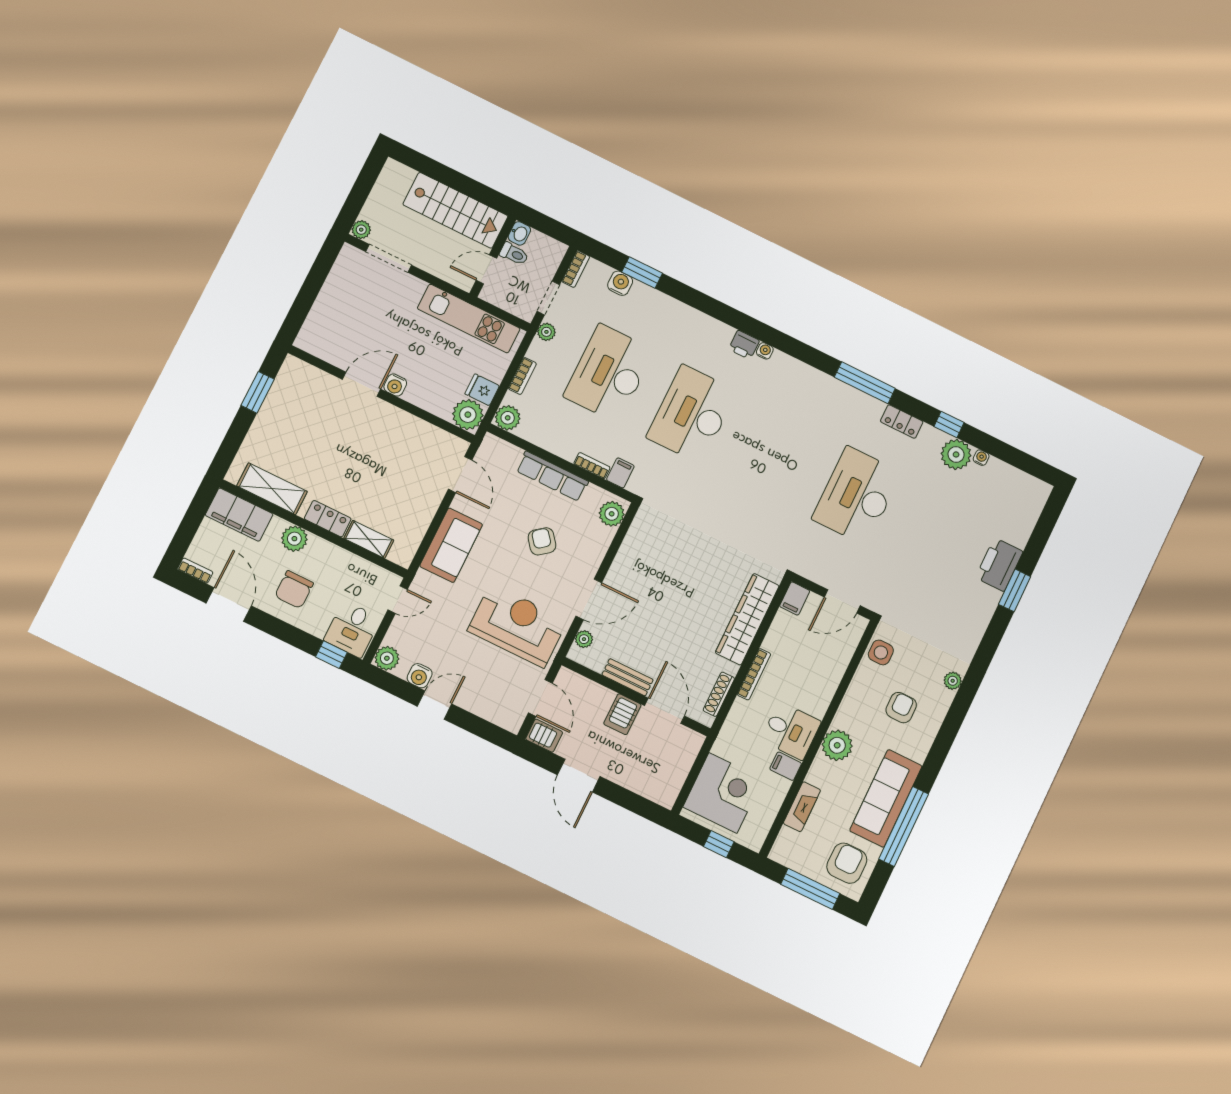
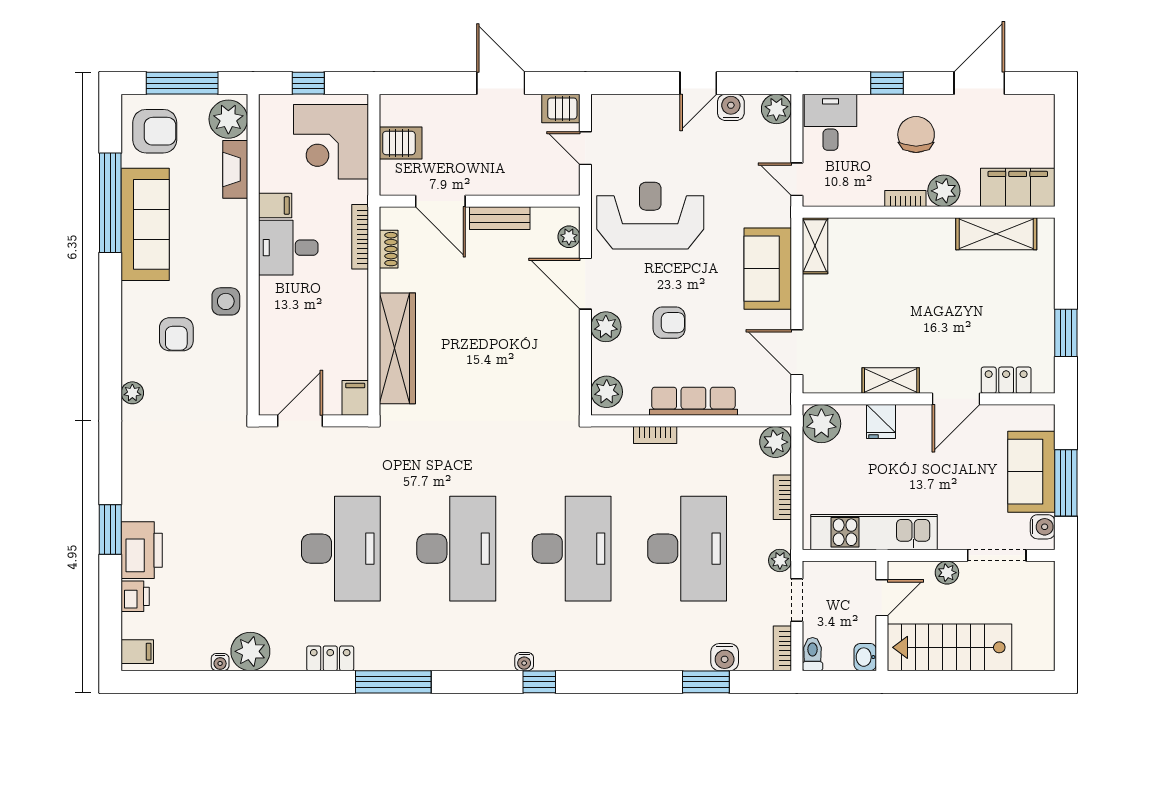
plant: (361, 230) -> (947, 573), moved
toilet: (514, 254) -> (813, 654), moved, turned 90
window: (312, 285) -> (1066, 483), added
sofa: (333, 305) -> (1031, 472), added
printer: (744, 345) -> (135, 596), moved, turned 90
water cooler: (395, 385) -> (1043, 527), moved, turned 90
fridge: (482, 390) -> (881, 422), moved, turned 90
shelving: (402, 421) -> (891, 381), added
window: (949, 425) -> (539, 682), moved
desk: (774, 455) -> (456, 549), added
filing cabinet: (620, 473) -> (137, 652), moved, turned -90
locker: (328, 519) -> (1006, 380), moved, turned 180
shelving: (369, 539) -> (815, 246), moved, turned 90
armchair: (542, 541) -> (669, 323), turned -52
plant: (589, 561) -> (606, 327), added
bookcase: (195, 571) -> (905, 199), moved, turned 180
door: (589, 599) -> (585, 284), hinge flipped
door: (398, 600) -> (797, 179), hinge flipped
door: (229, 604) -> (979, 83), swing flipped
reception desk: (517, 626) -> (650, 216), turned 180
side table: (881, 652) -> (226, 301), moved
window: (331, 655) -> (887, 83), moved
bookcase: (754, 674) -> (360, 237), moved
shoe rack: (719, 694) -> (389, 249), width x0.70
door: (540, 698) -> (585, 148), width x0.73
server rack: (622, 714) -> (401, 143), moved, turned 90
plant: (837, 745) -> (228, 119), moved
armchair: (847, 863) -> (155, 131), turned -90

